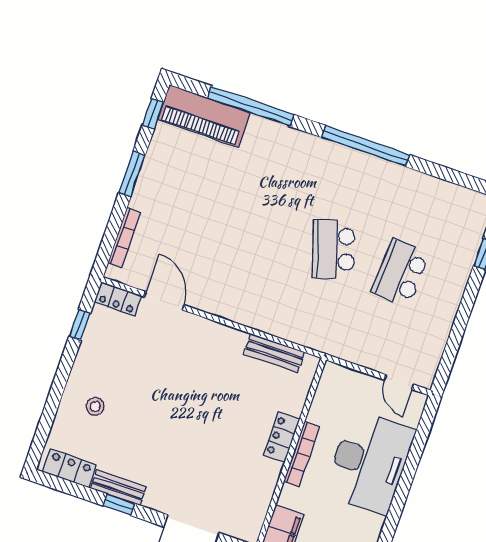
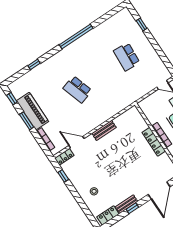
window: (251, 106) -> (34, 64), width x0.32
piano: (204, 116) -> (32, 111), moved, turned -90
school desk: (334, 249) -> (77, 89), moved
bench: (274, 353) -> (104, 130), moved
locker: (281, 437) -> (154, 142), width x1.53

